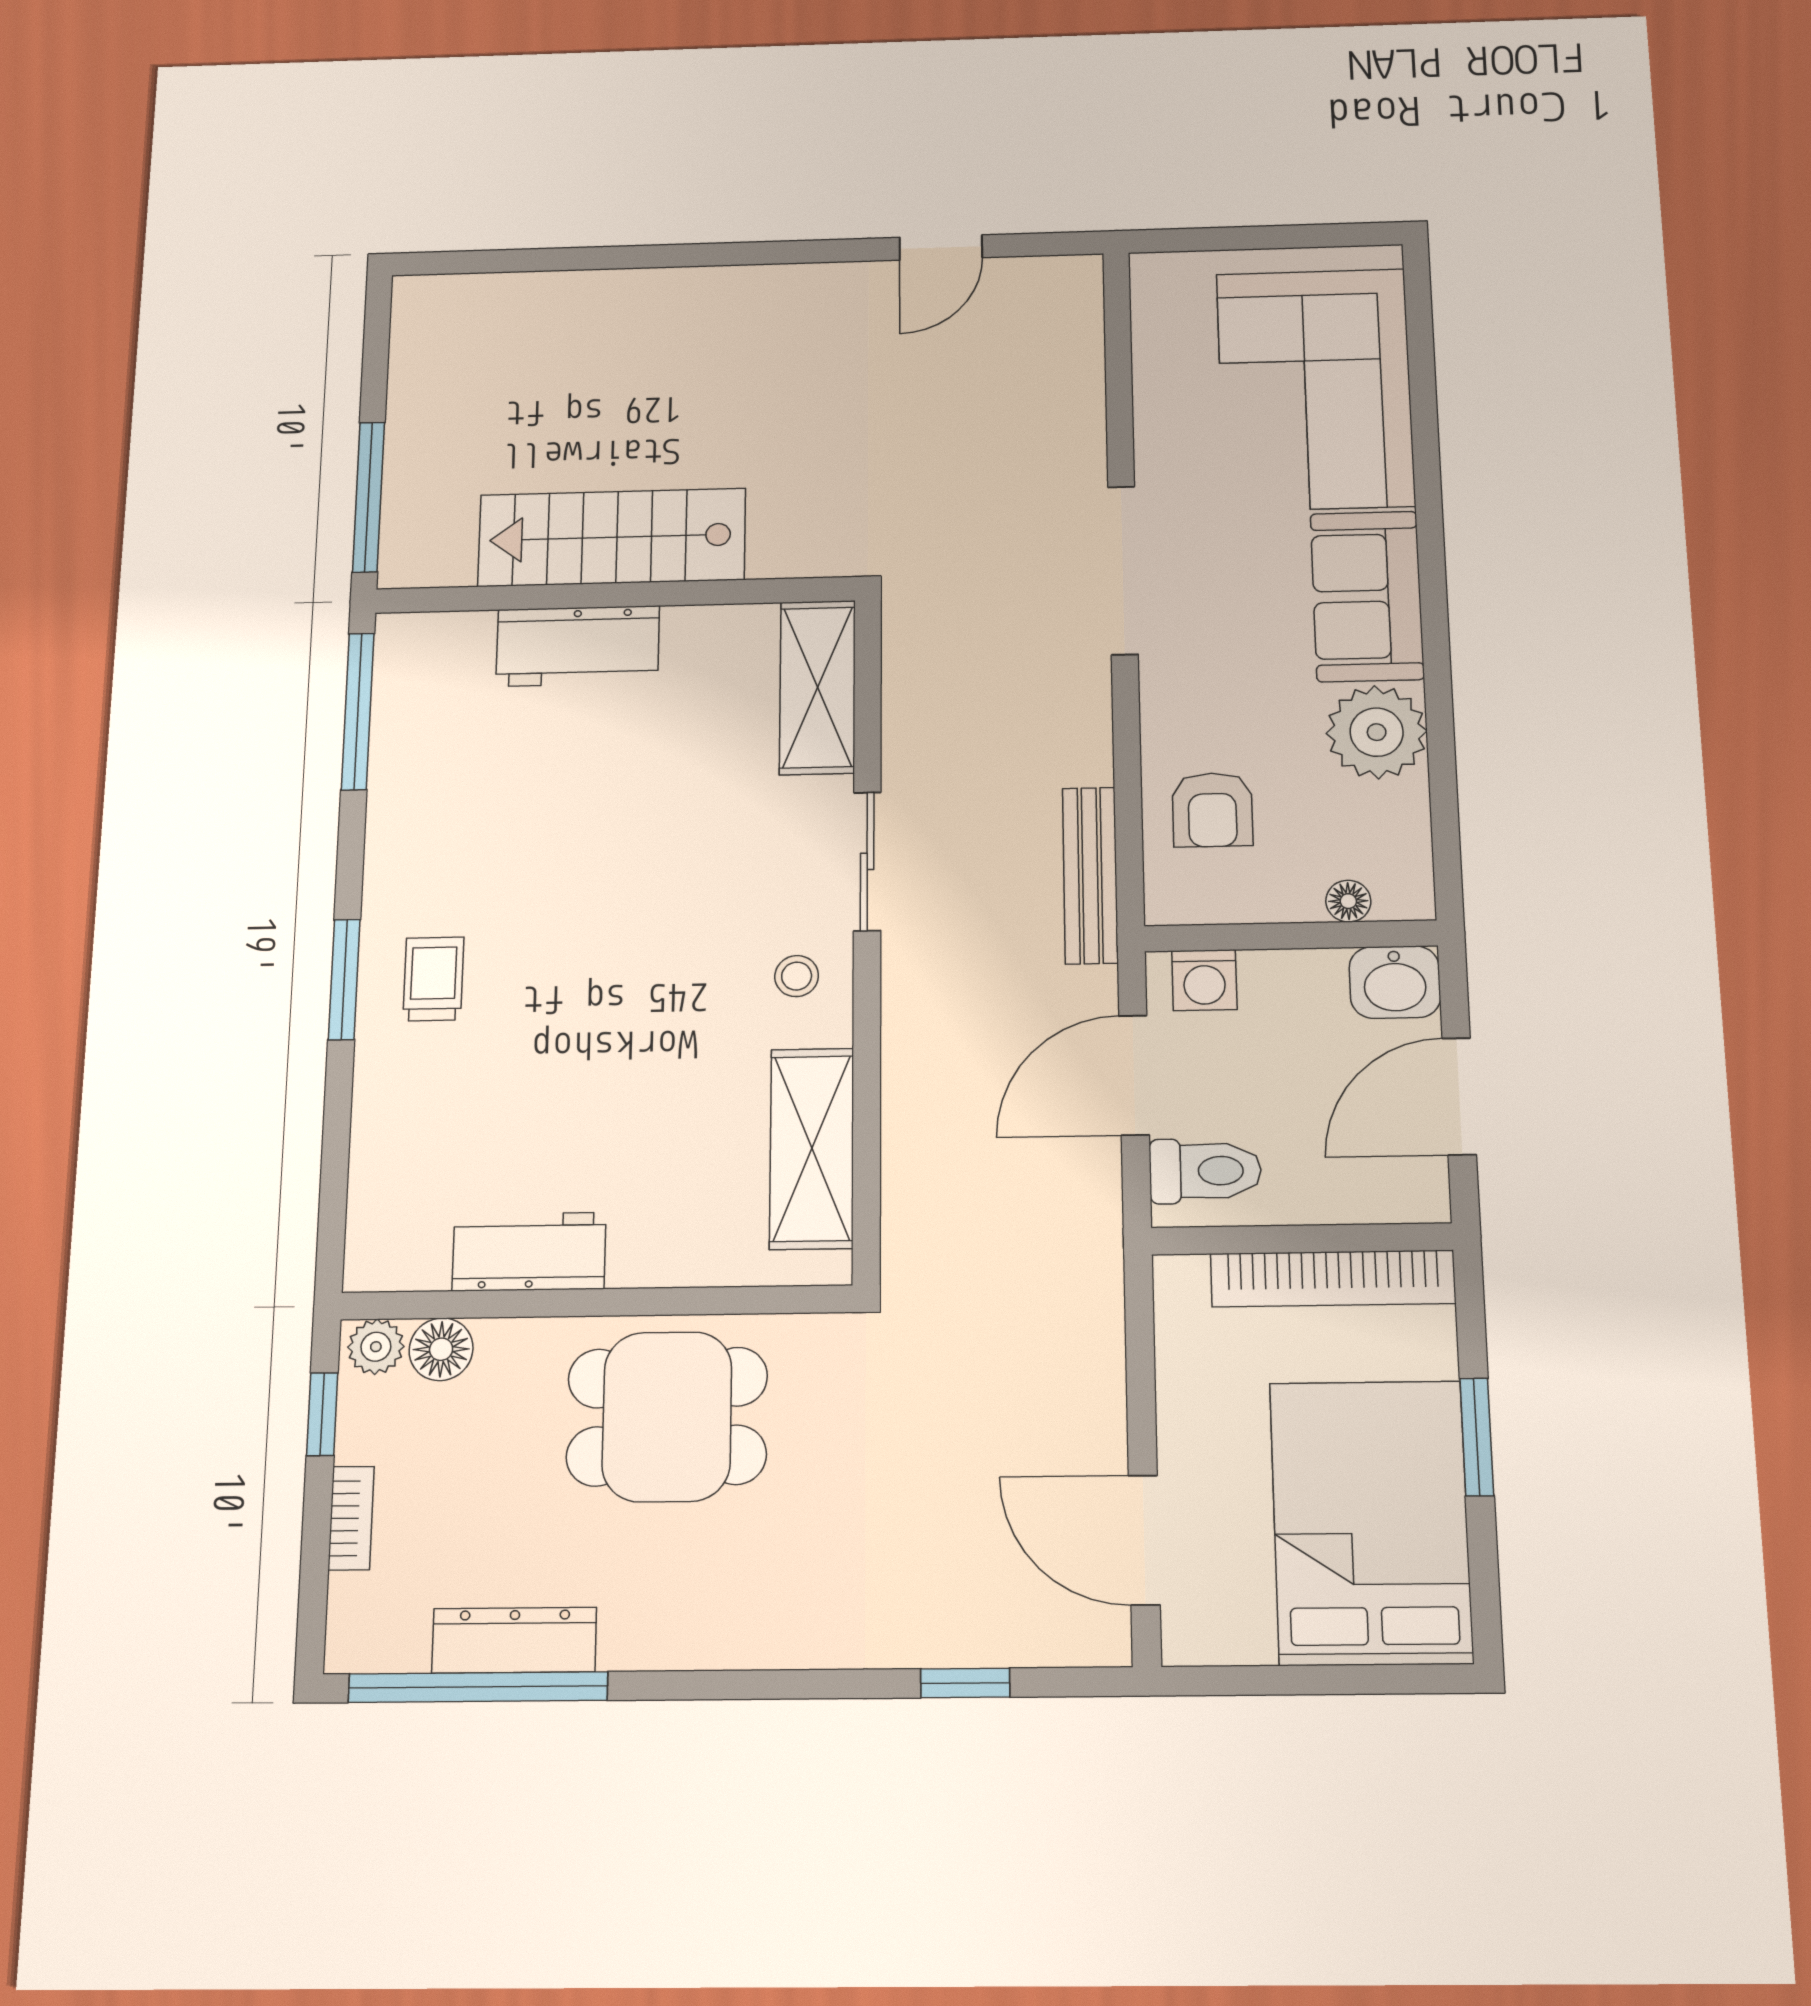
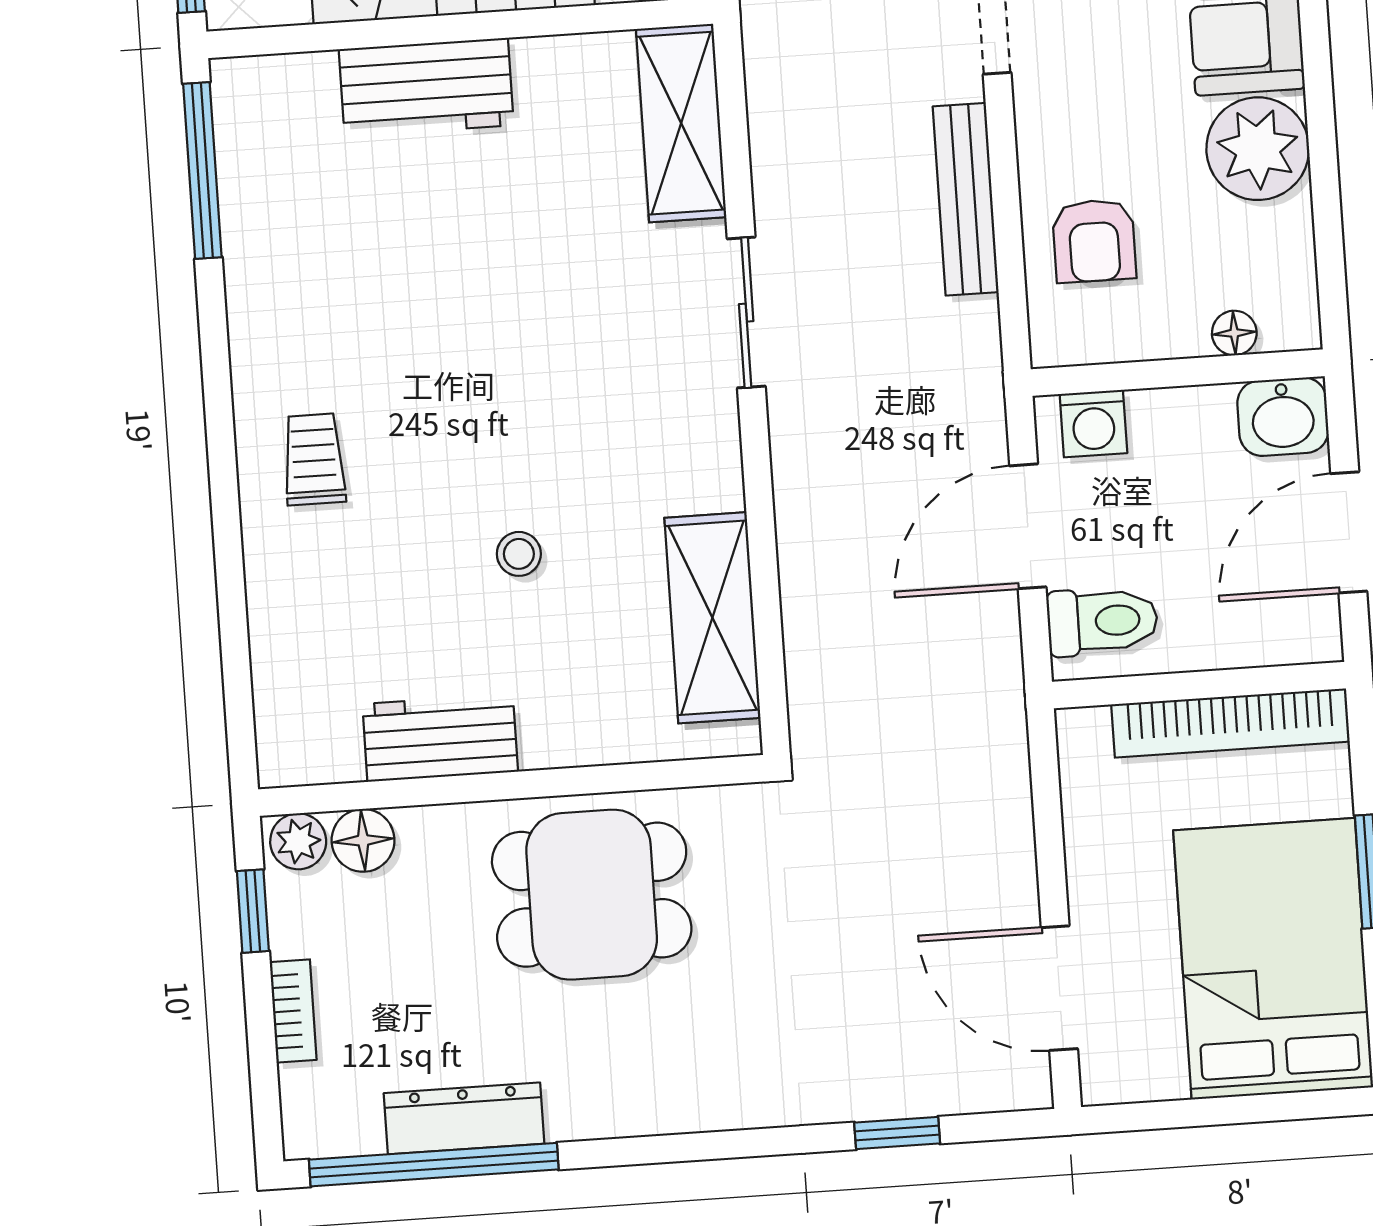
bench: (1090, 875) -> (966, 199), moved
stool: (797, 976) -> (519, 554), moved
window: (344, 979) -> (222, 464), removed

